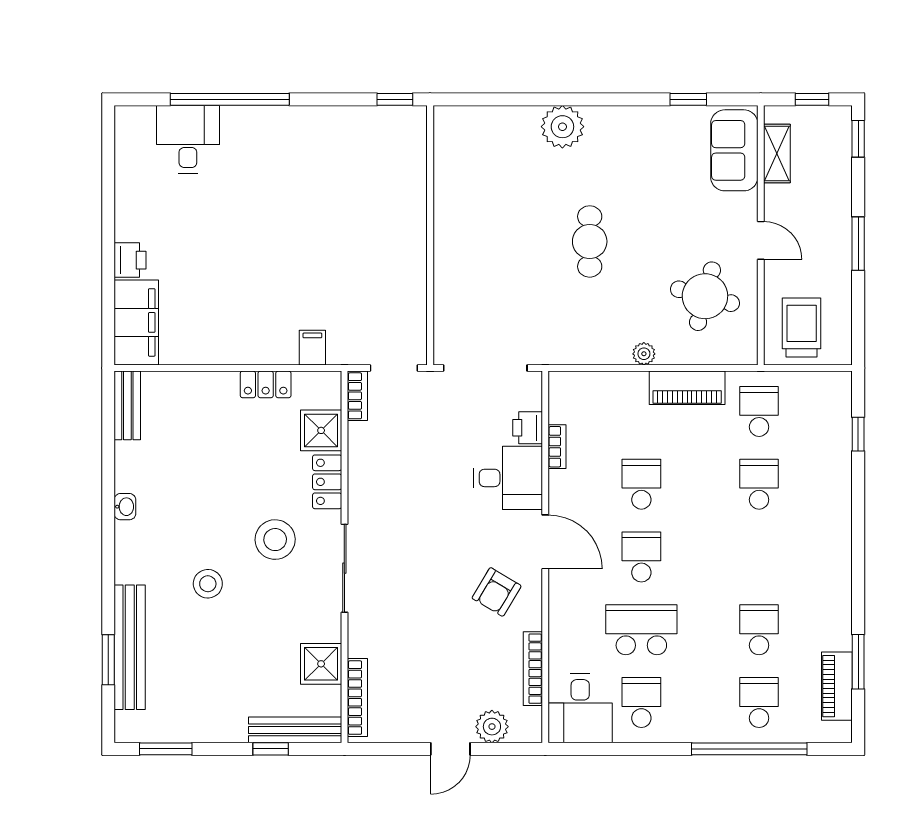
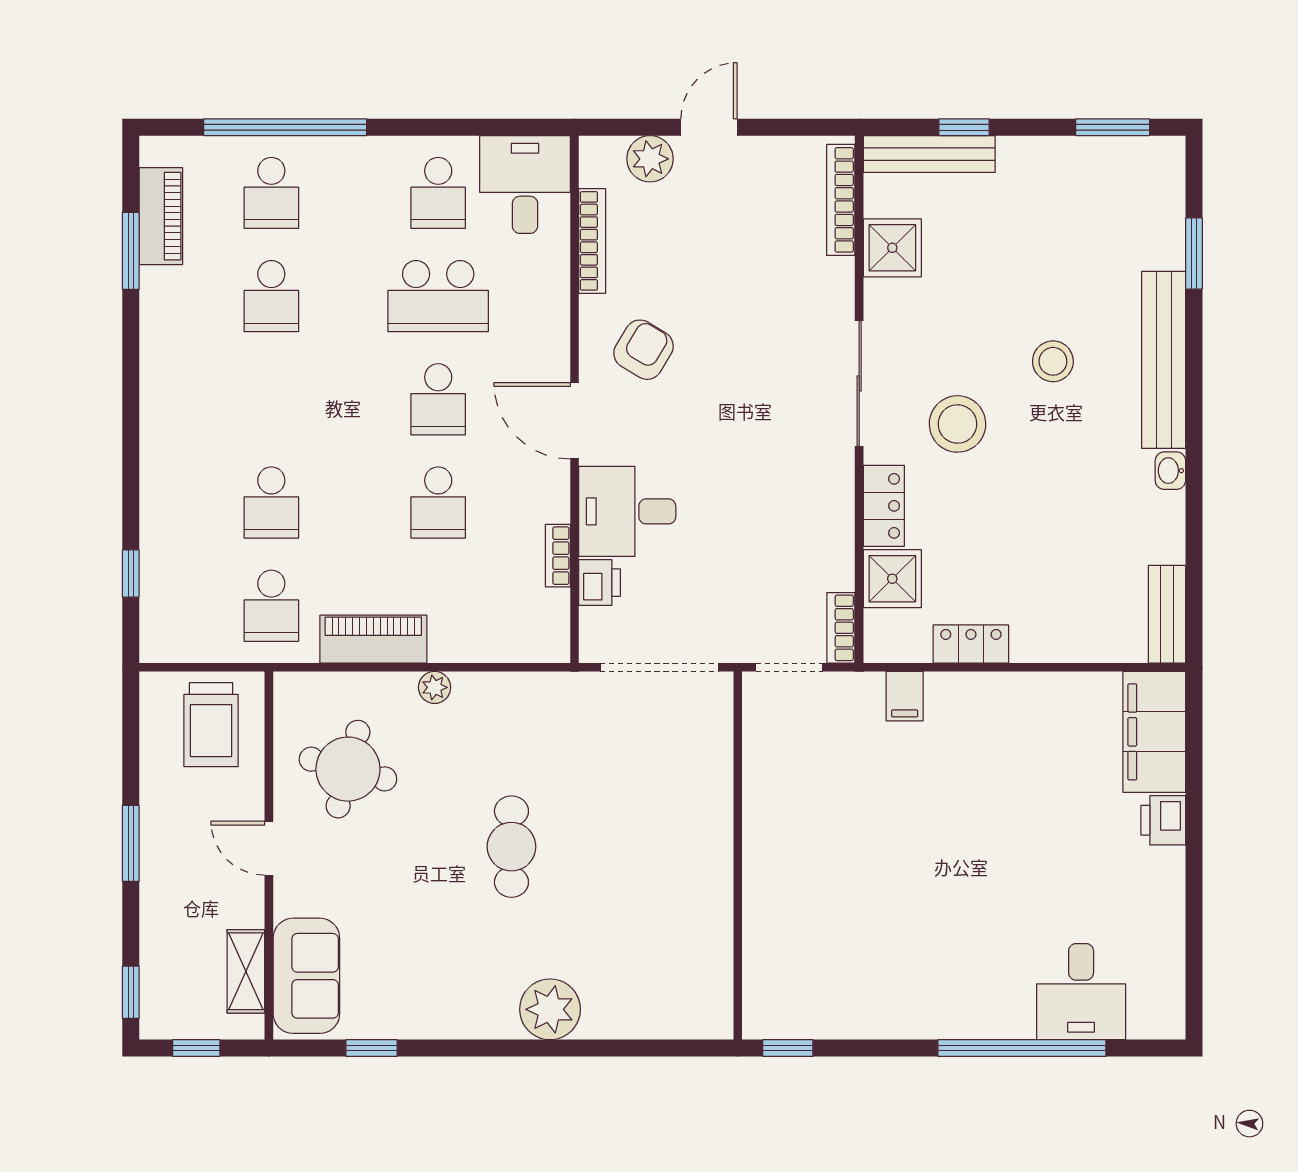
bench: (130, 647) -> (1164, 360), moved

